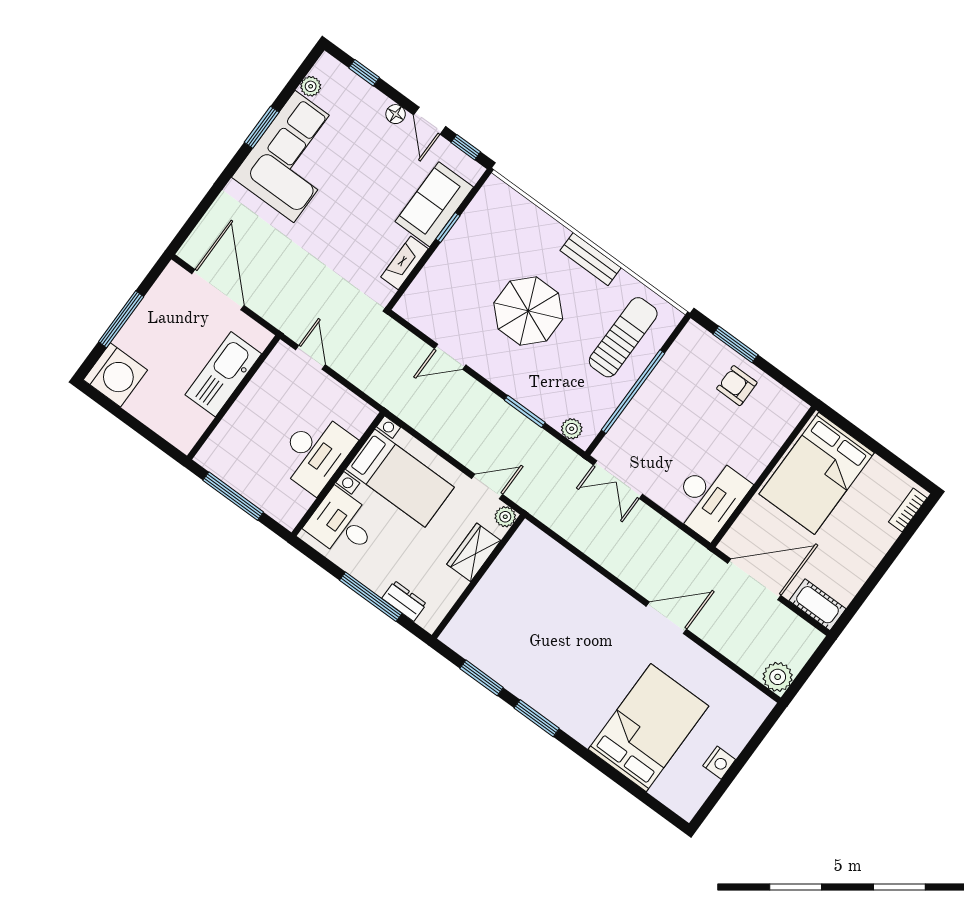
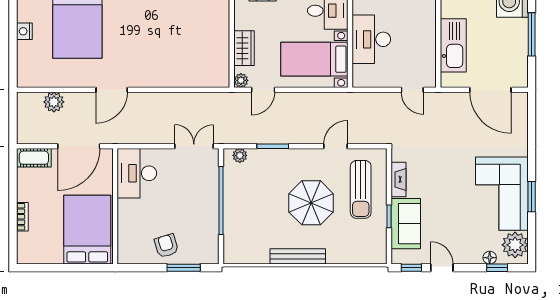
plant: (311, 86) -> (515, 245), width x1.87, depth x1.87
floor lamp: (396, 114) -> (490, 258), moved
bench: (591, 259) -> (298, 256), width x1.36
sun lounger: (623, 337) -> (361, 189), moved
armchair: (737, 386) -> (166, 246), turned -107
bookcase: (908, 510) -> (22, 217), moved
plant: (778, 677) -> (54, 102), moved

